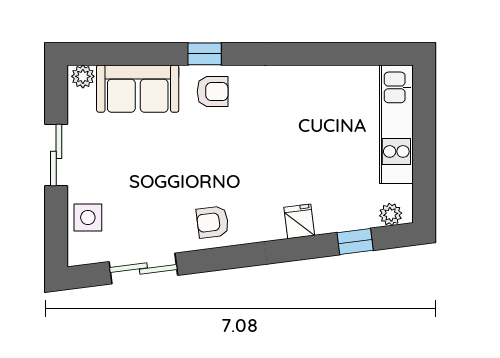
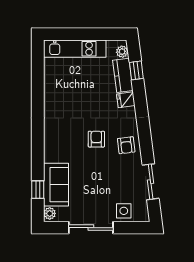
window: (205, 54) -> (38, 190), moved
armchair: (213, 92) -> (96, 139), moved
sliding door: (56, 155) -> (91, 228), width x1.37
kitchen counter: (346, 216) -> (123, 75), added

